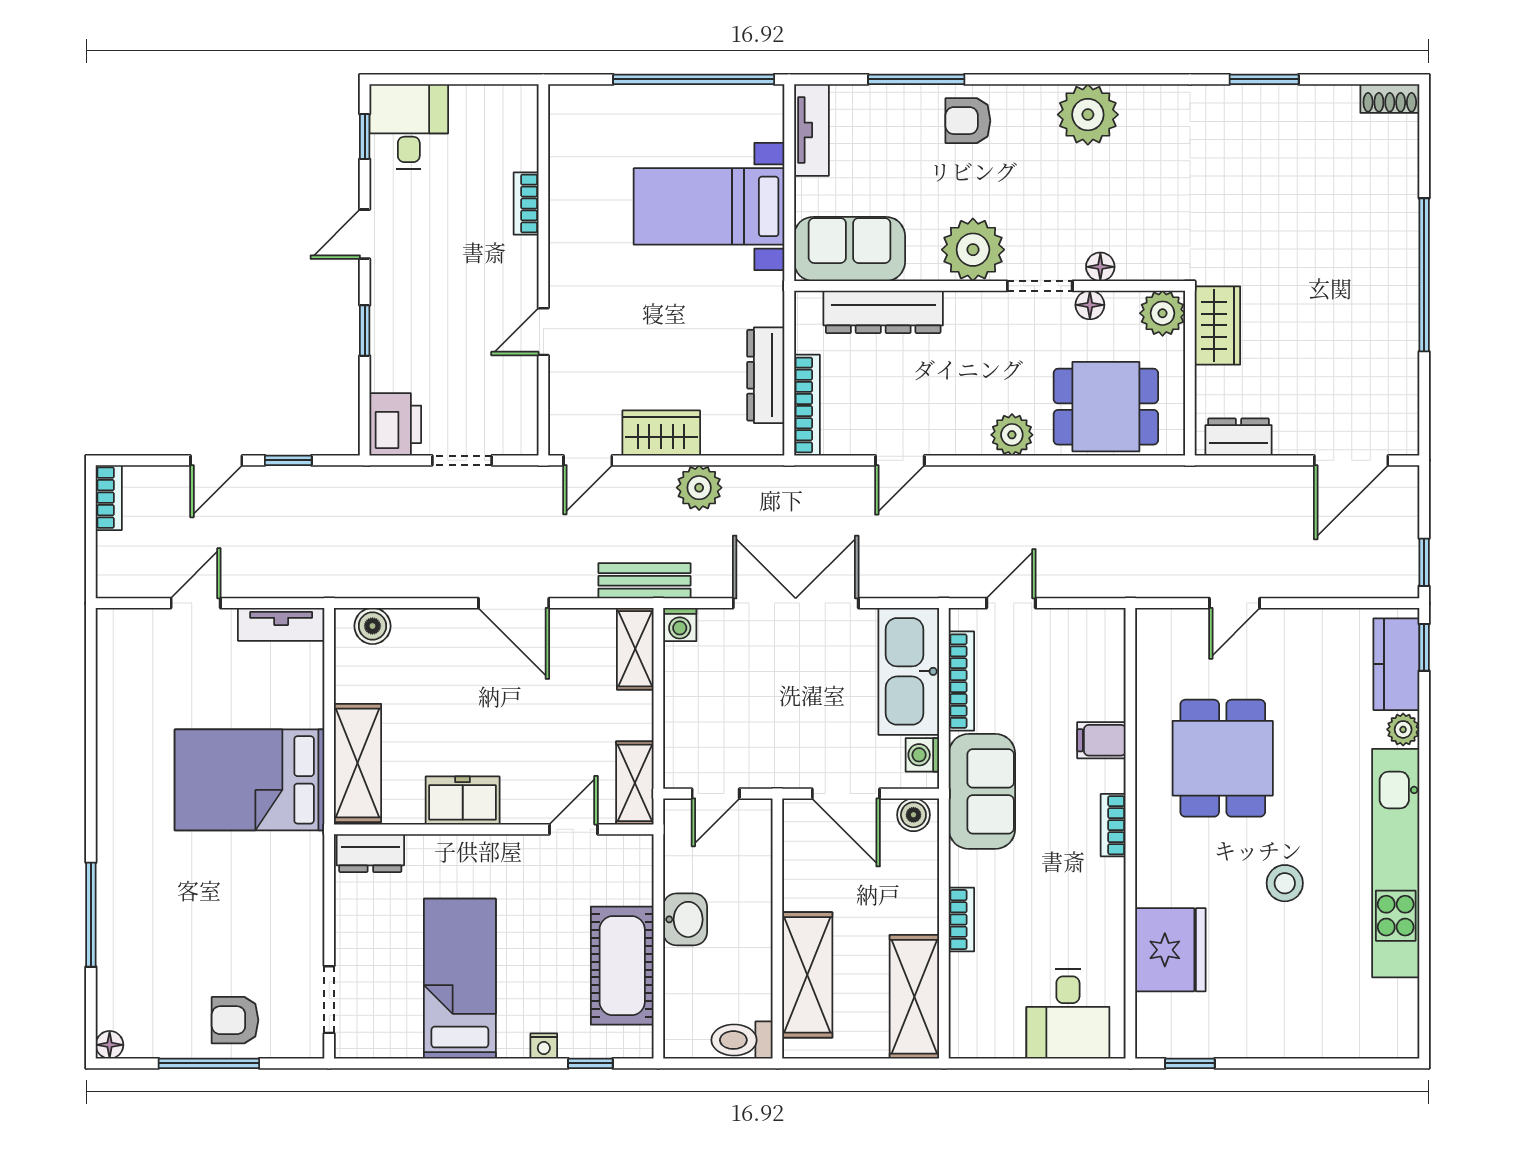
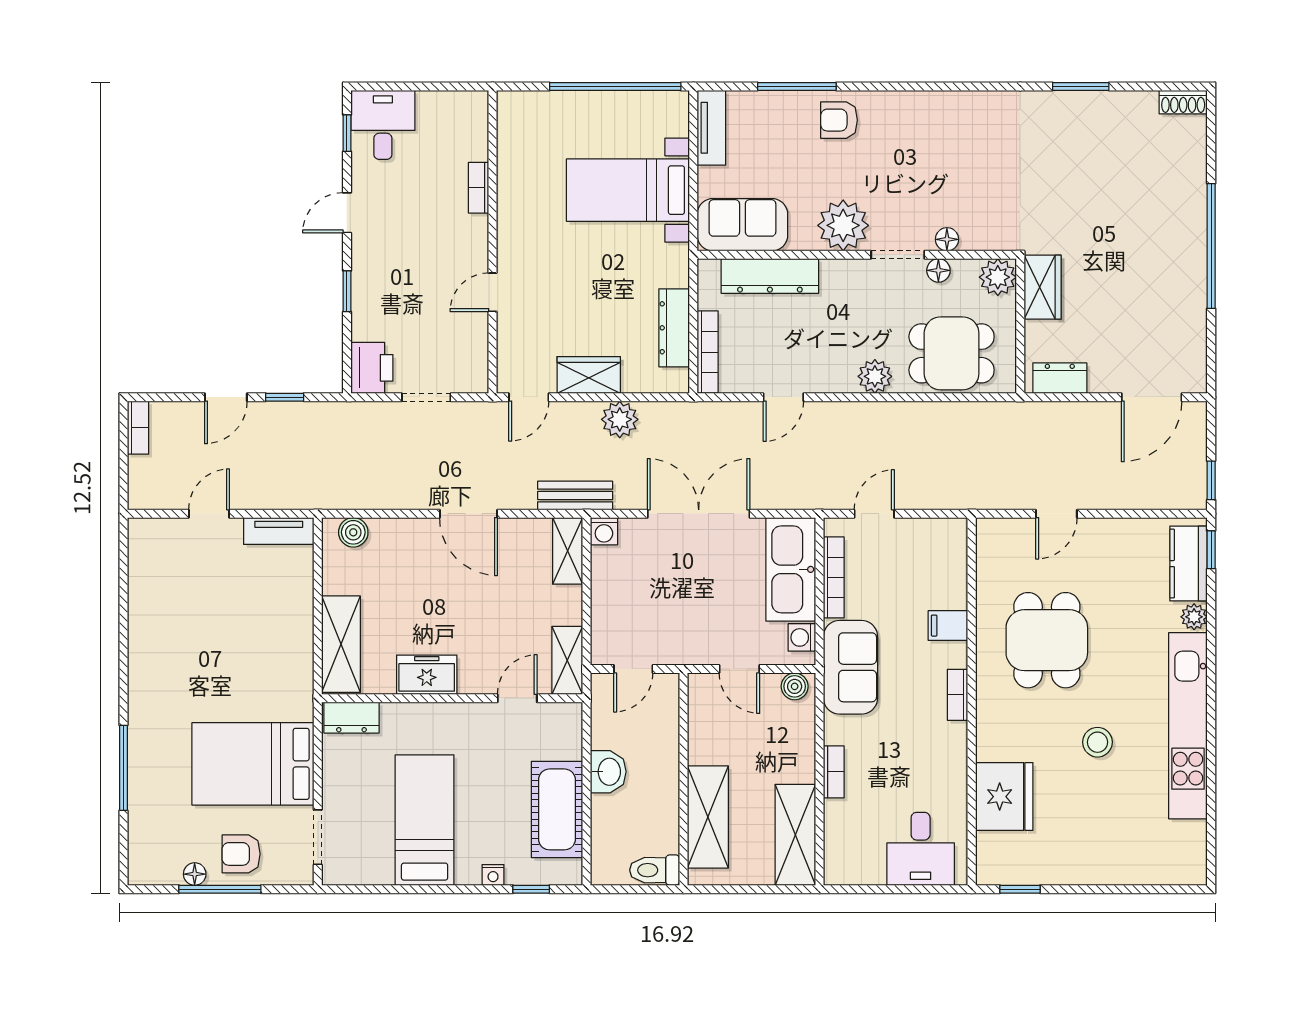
plant: (1088, 115) -> (937, 115), removed
bed: (250, 780) -> (253, 764), moved
door: (846, 794) -> (739, 669), width x0.73
floor lamp: (110, 1045) -> (195, 874), moved

